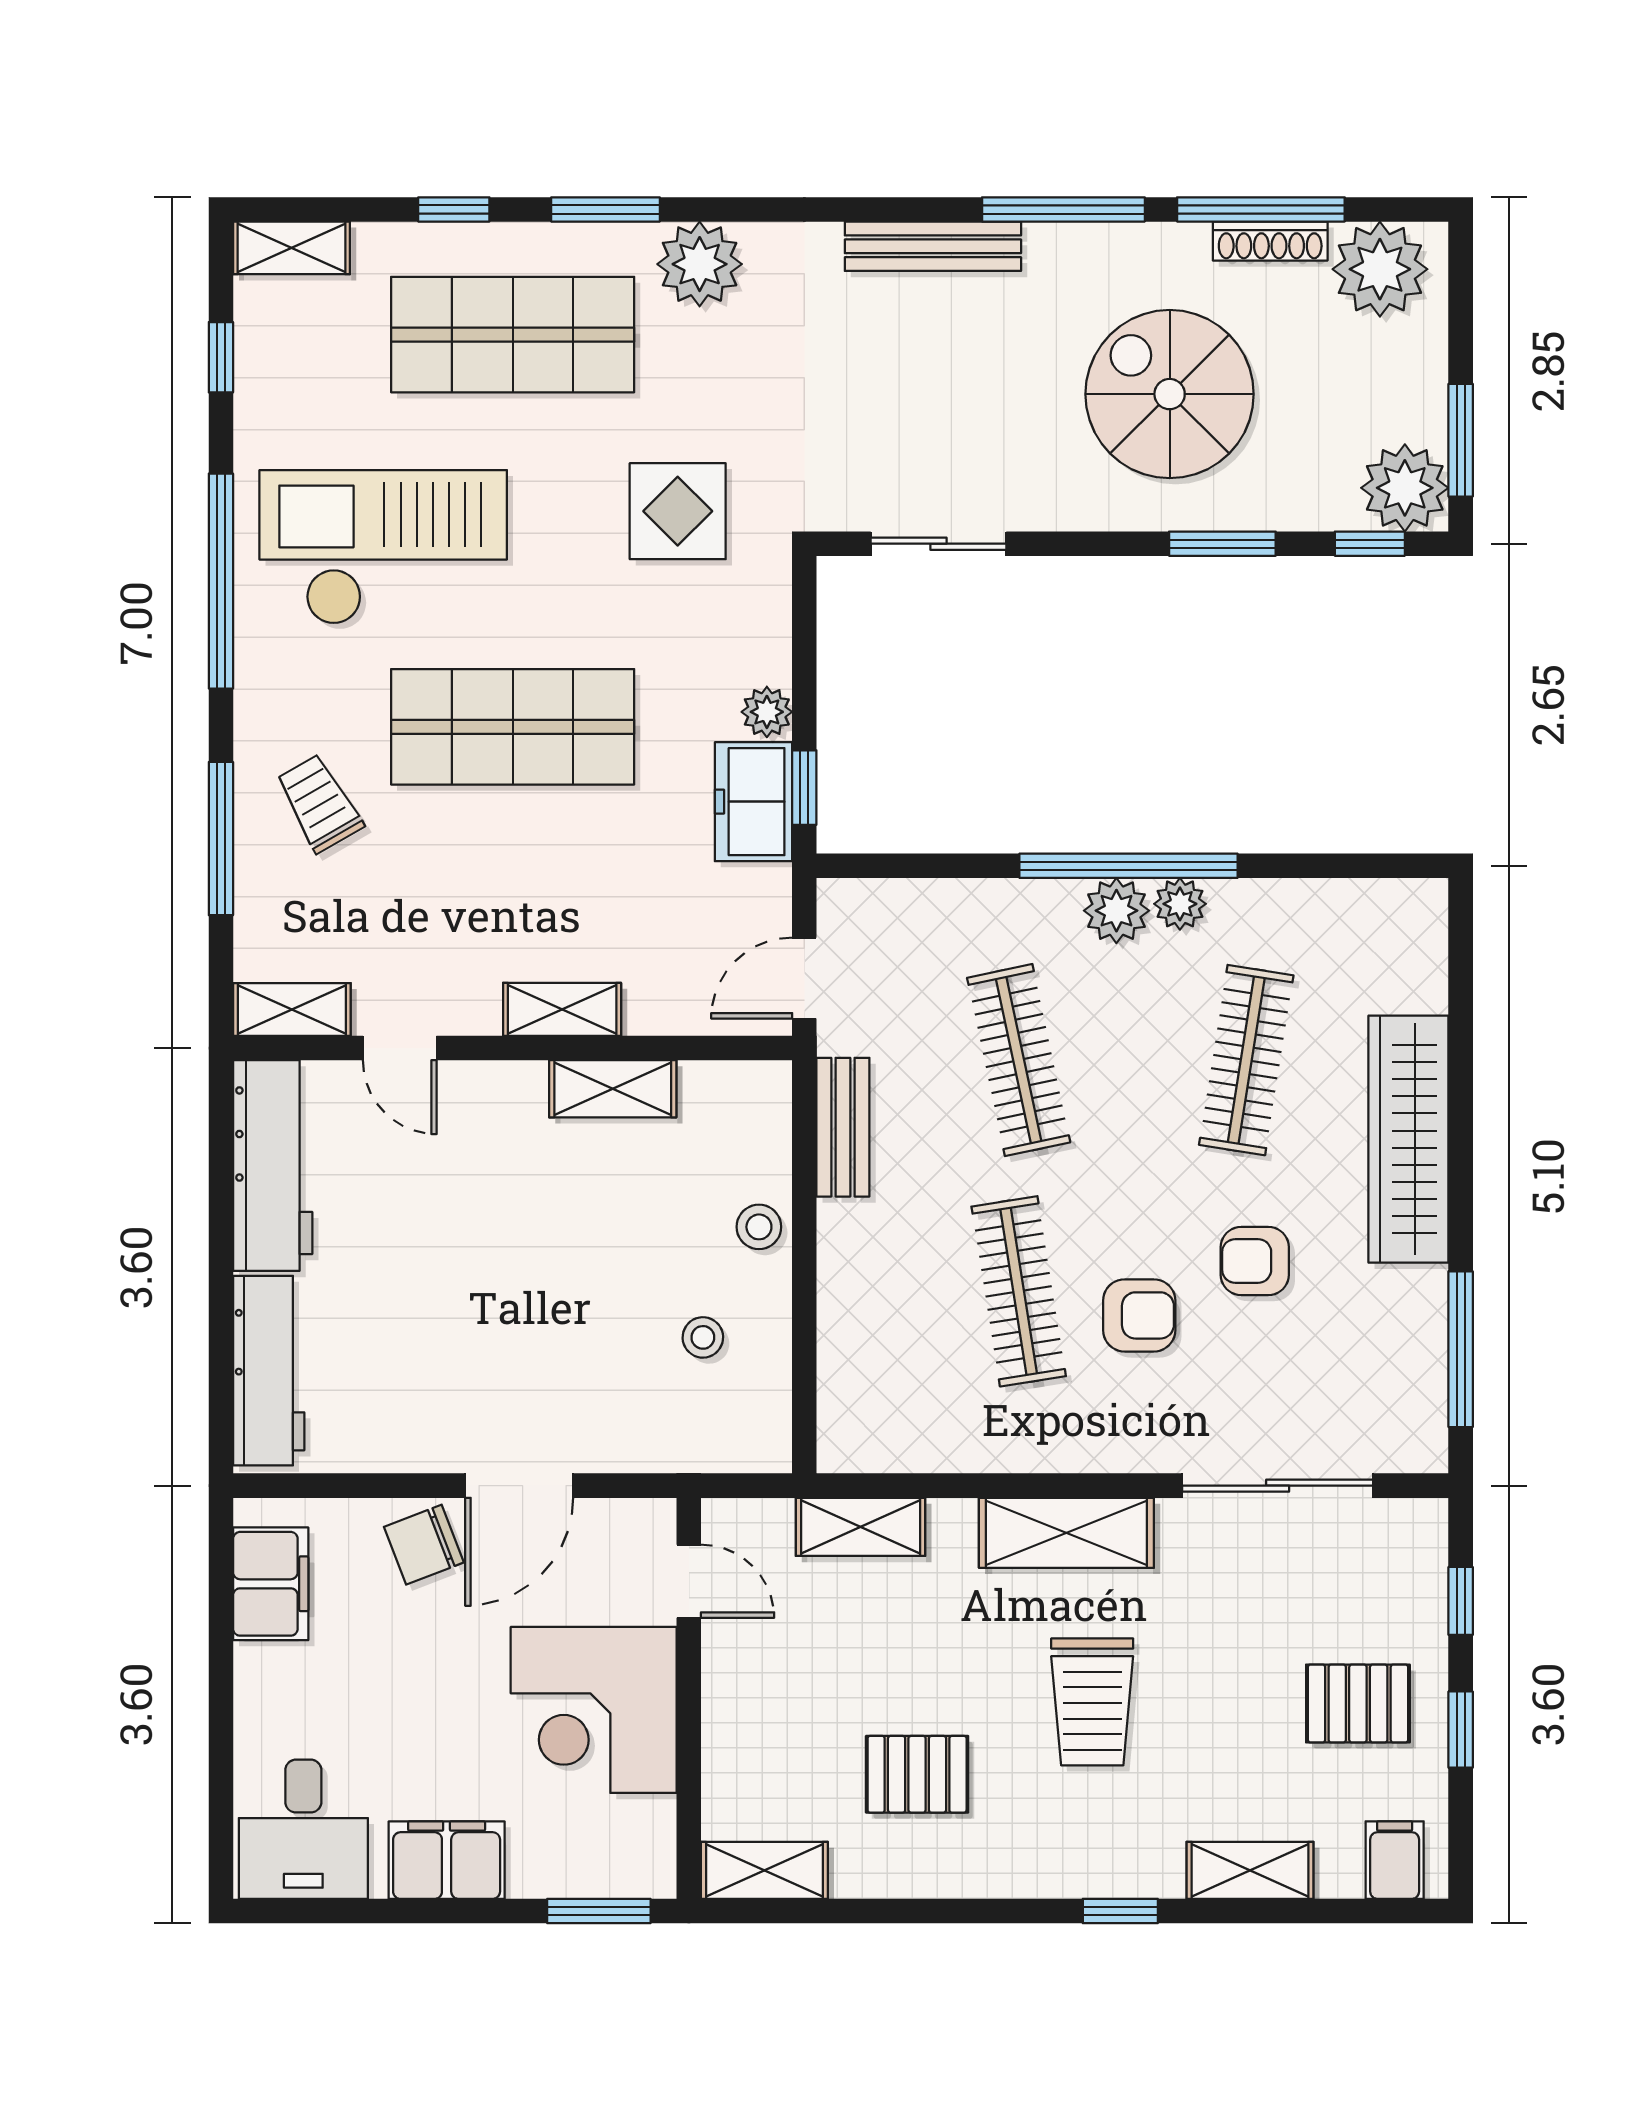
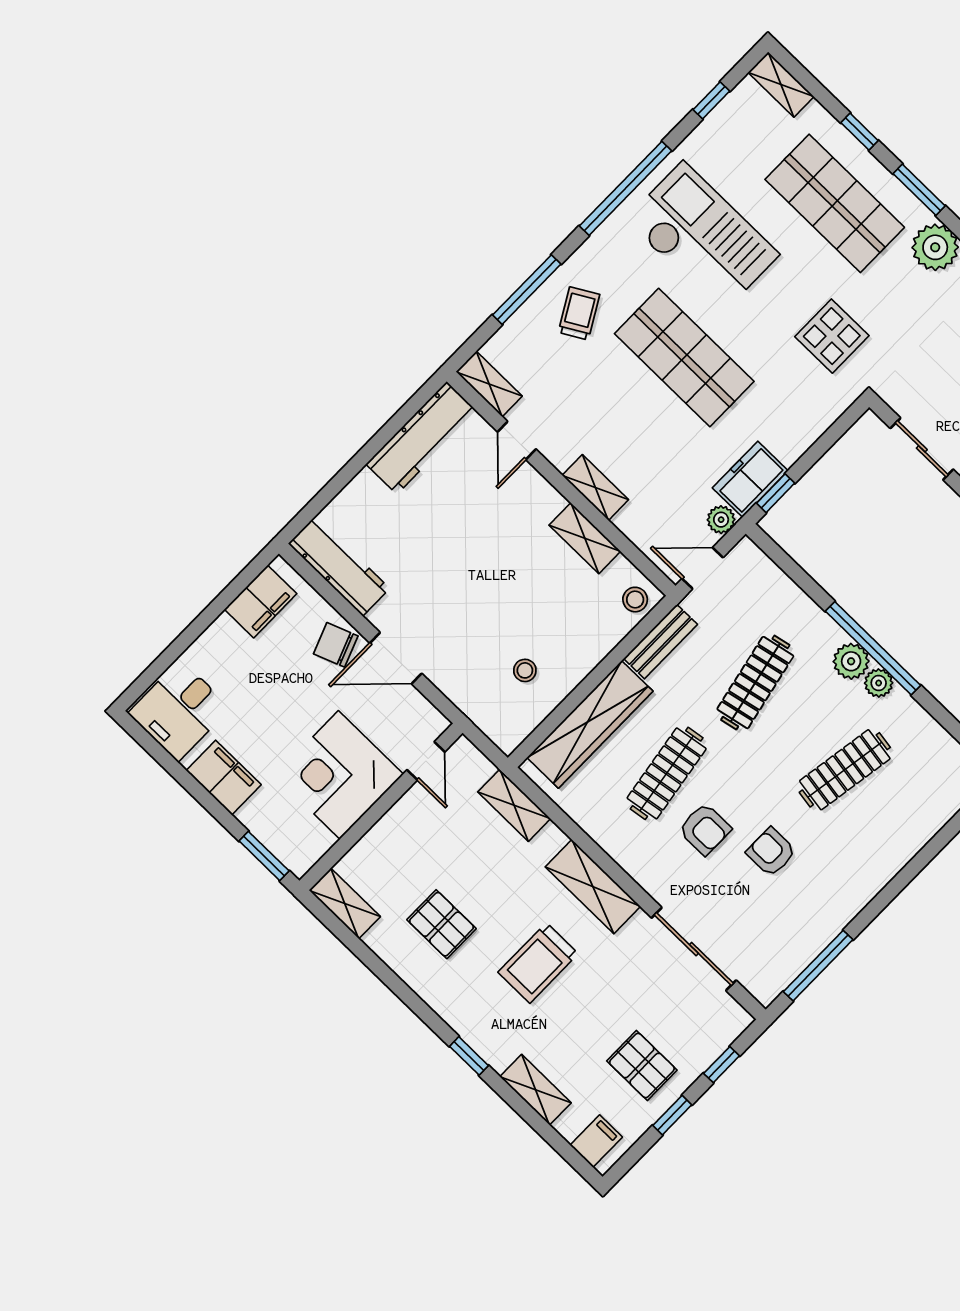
plant: (767, 712) -> (721, 520), moved
wardrobe: (1408, 1139) -> (590, 724), moved, turned 180
stool: (759, 1227) -> (635, 600), moved
workbench: (269, 1371) -> (339, 566), moved, turned -90

